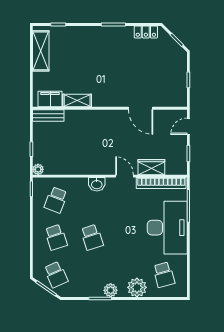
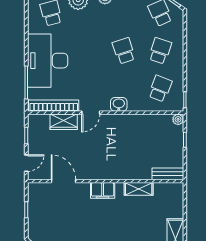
filing cabinet: (50, 99) -> (103, 190), moved
door: (141, 108) -> (63, 181), moved
door: (125, 176) -> (91, 113), hinge flipped
school desk: (56, 237) -> (160, 51), turned 36

